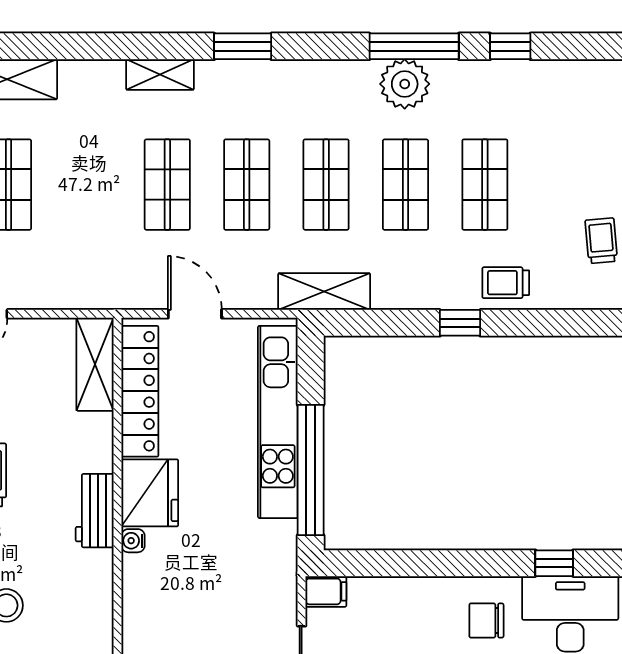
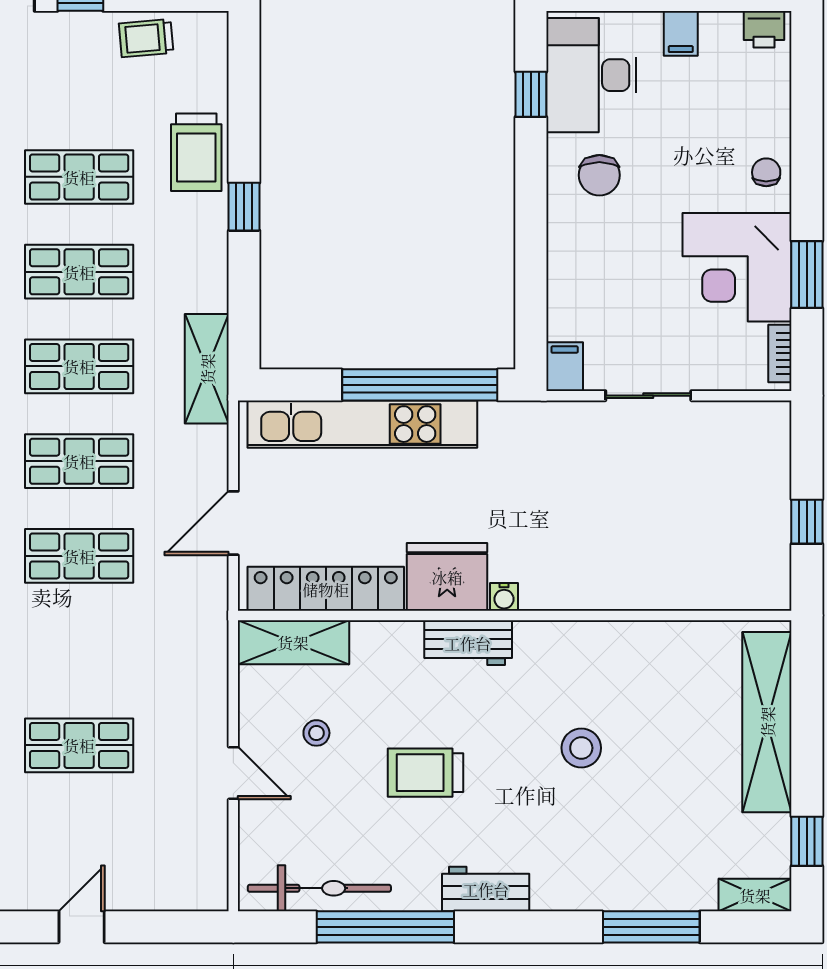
trolley: (506, 283) -> (196, 152), width x1.36, depth x1.39
stool: (19, 383) -> (316, 733), added

